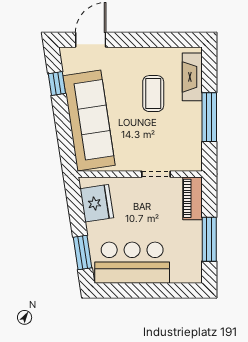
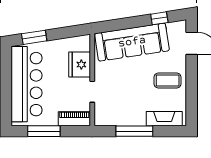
coffee table: (153, 94) -> (168, 80), moved
fridge: (97, 203) -> (80, 65), moved, turned 99
bar counter: (132, 263) -> (27, 84), width x1.36

